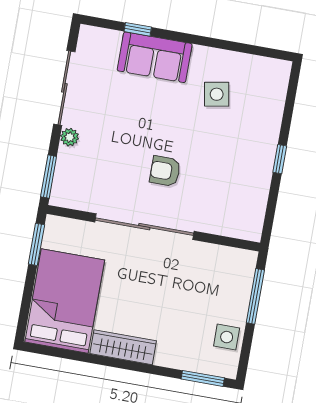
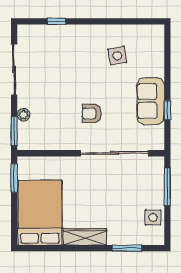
sofa: (155, 57) -> (151, 101), moved, turned 90
plant: (70, 137) -> (24, 115), moved
window: (280, 159) -> (167, 110), moved
sliding door: (144, 227) -> (114, 153), moved
window: (203, 378) -> (127, 248), moved

